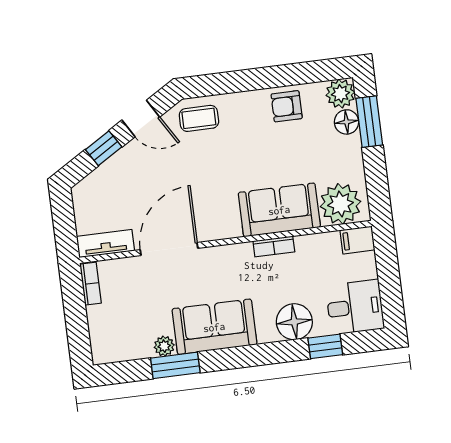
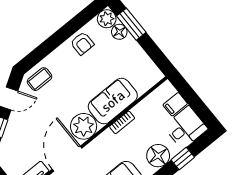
armchair: (287, 106) -> (82, 43), turned -90
plant: (340, 204) -> (84, 126), moved
filing cabinet: (357, 240) -> (175, 104), moved

